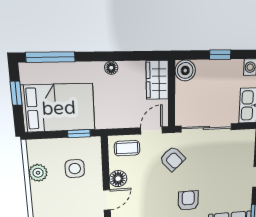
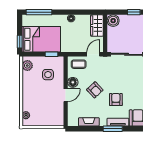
window: (16, 93) -> (20, 42), moved
armchair: (172, 159) -> (95, 90), moved
plant: (38, 173) -> (27, 66), moved

